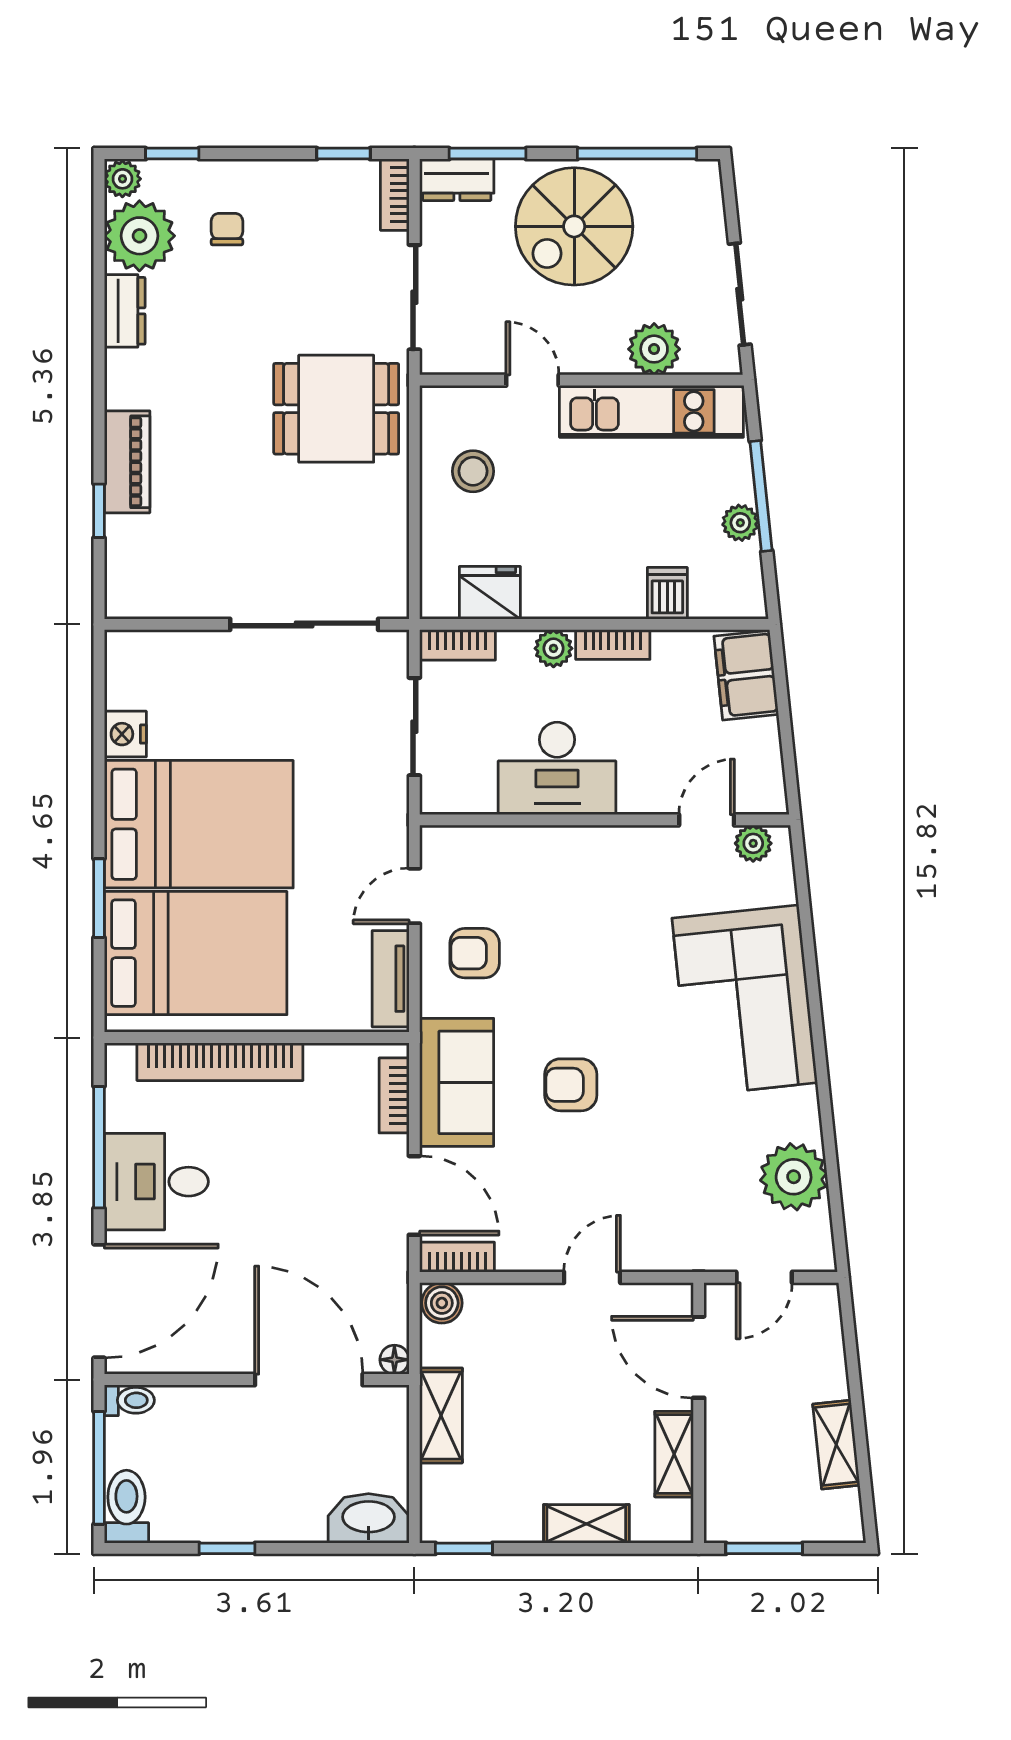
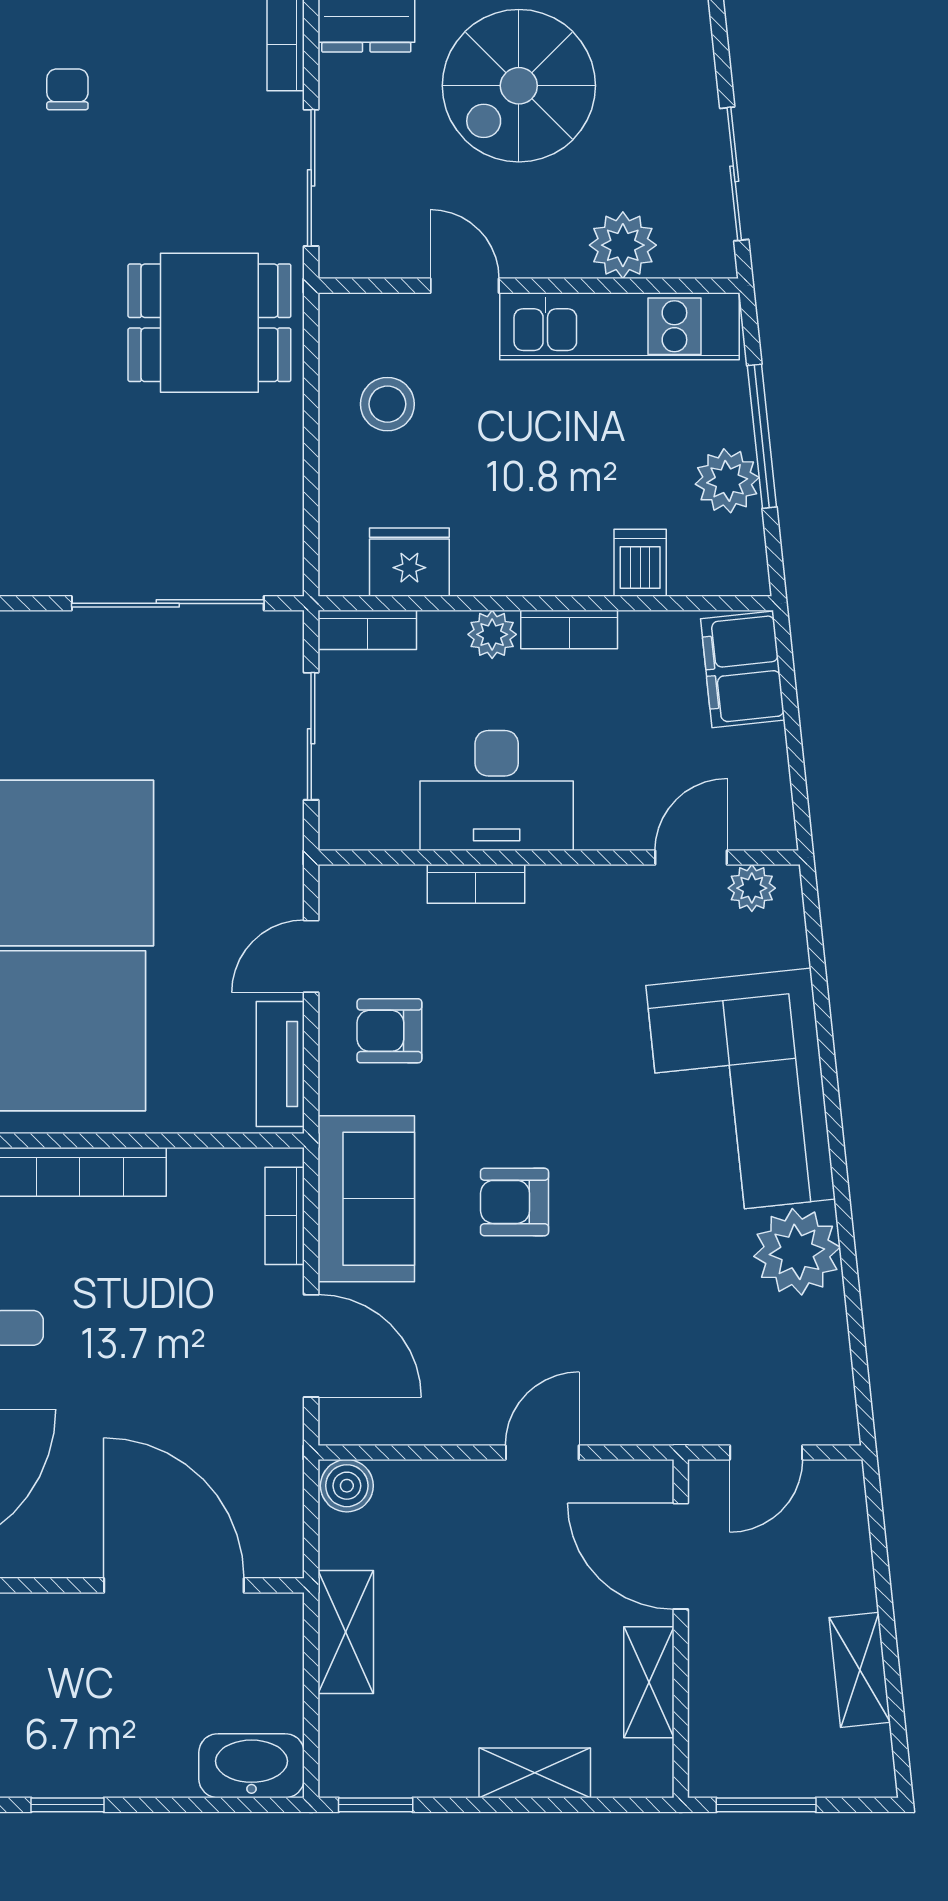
plant: (740, 523) -> (727, 481), width x1.38, depth x1.38
plant: (794, 1177) -> (797, 1252), moved
bookcase: (457, 1257) -> (476, 884), moved, turned 180
floor lamp: (394, 1360) -> (285, 1559), removed

